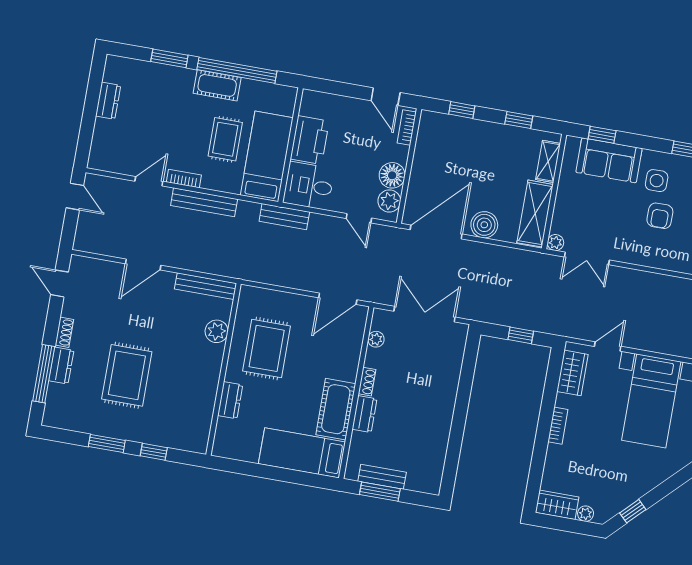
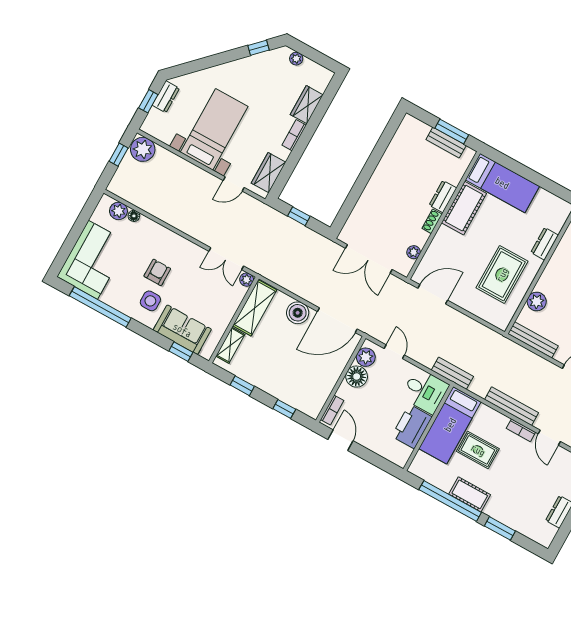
rug: (225, 139) -> (478, 450), turned 90
door: (149, 181) -> (549, 438), hinge flipped
double door: (587, 258) -> (226, 259), swing flipped
wardrobe: (557, 505) -> (307, 105), moved, turned 90

